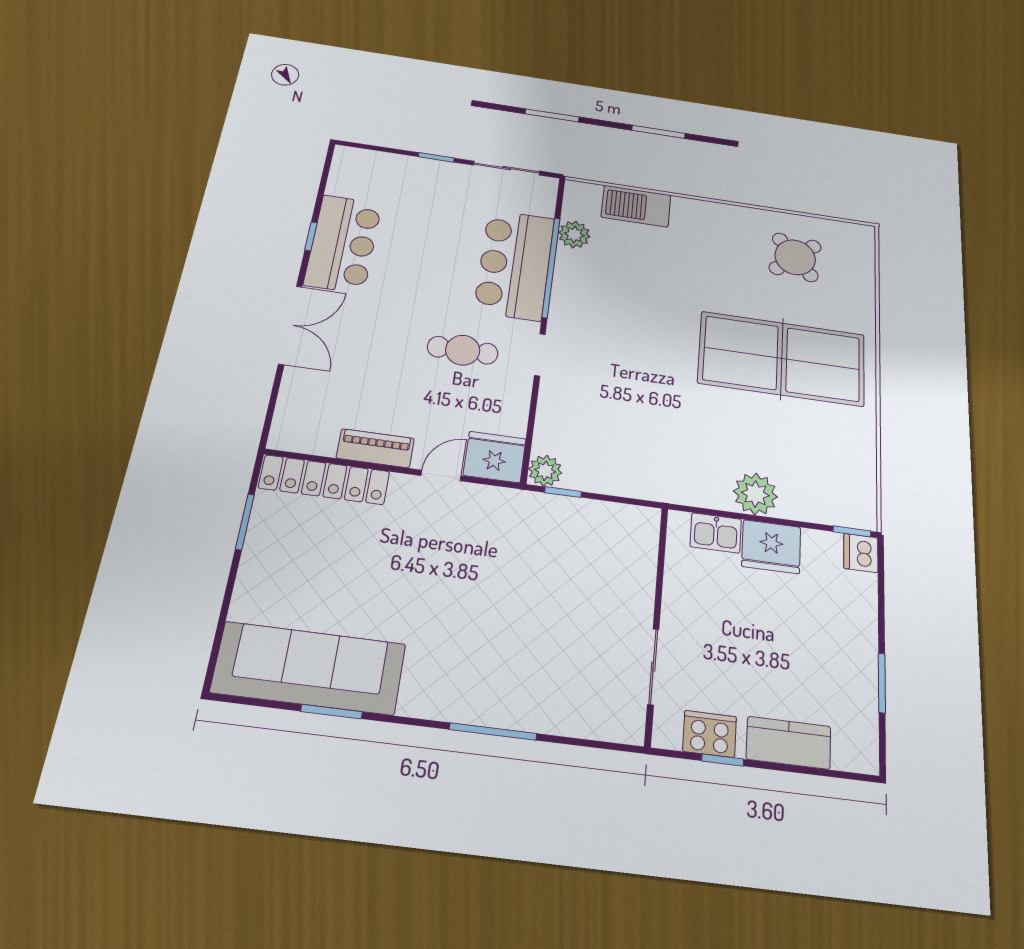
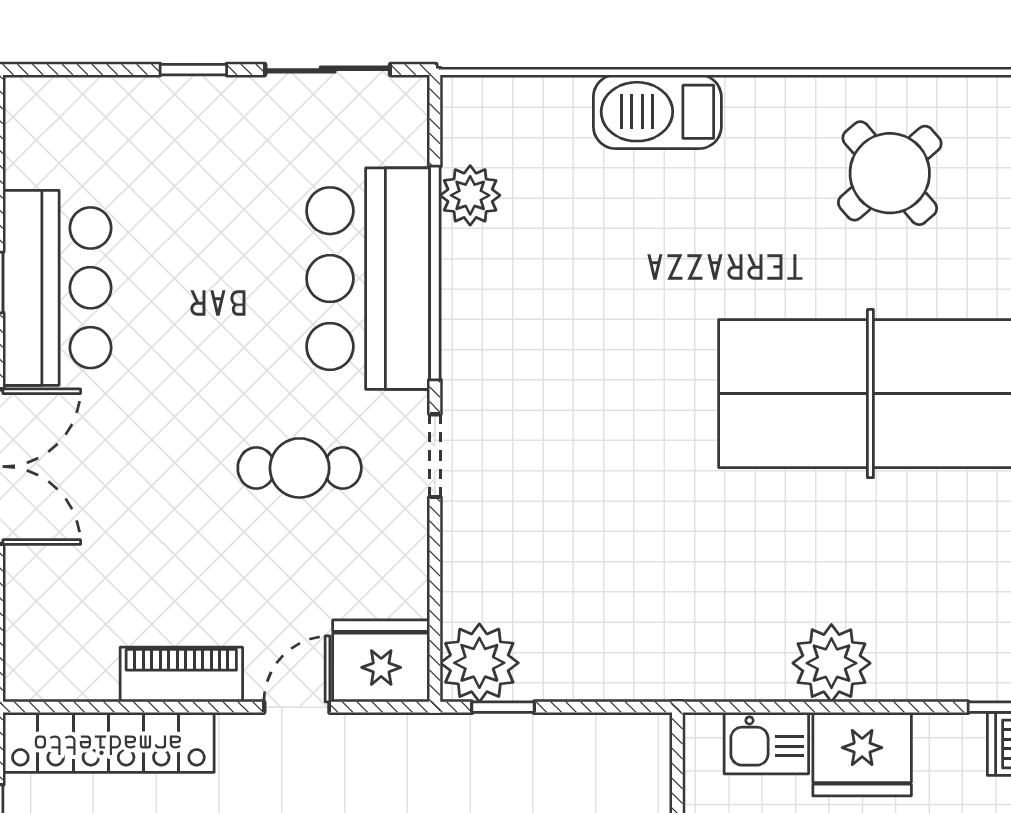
barbecue: (636, 206) -> (657, 112), moved
plant: (545, 471) -> (479, 663), width x1.36, depth x1.36

